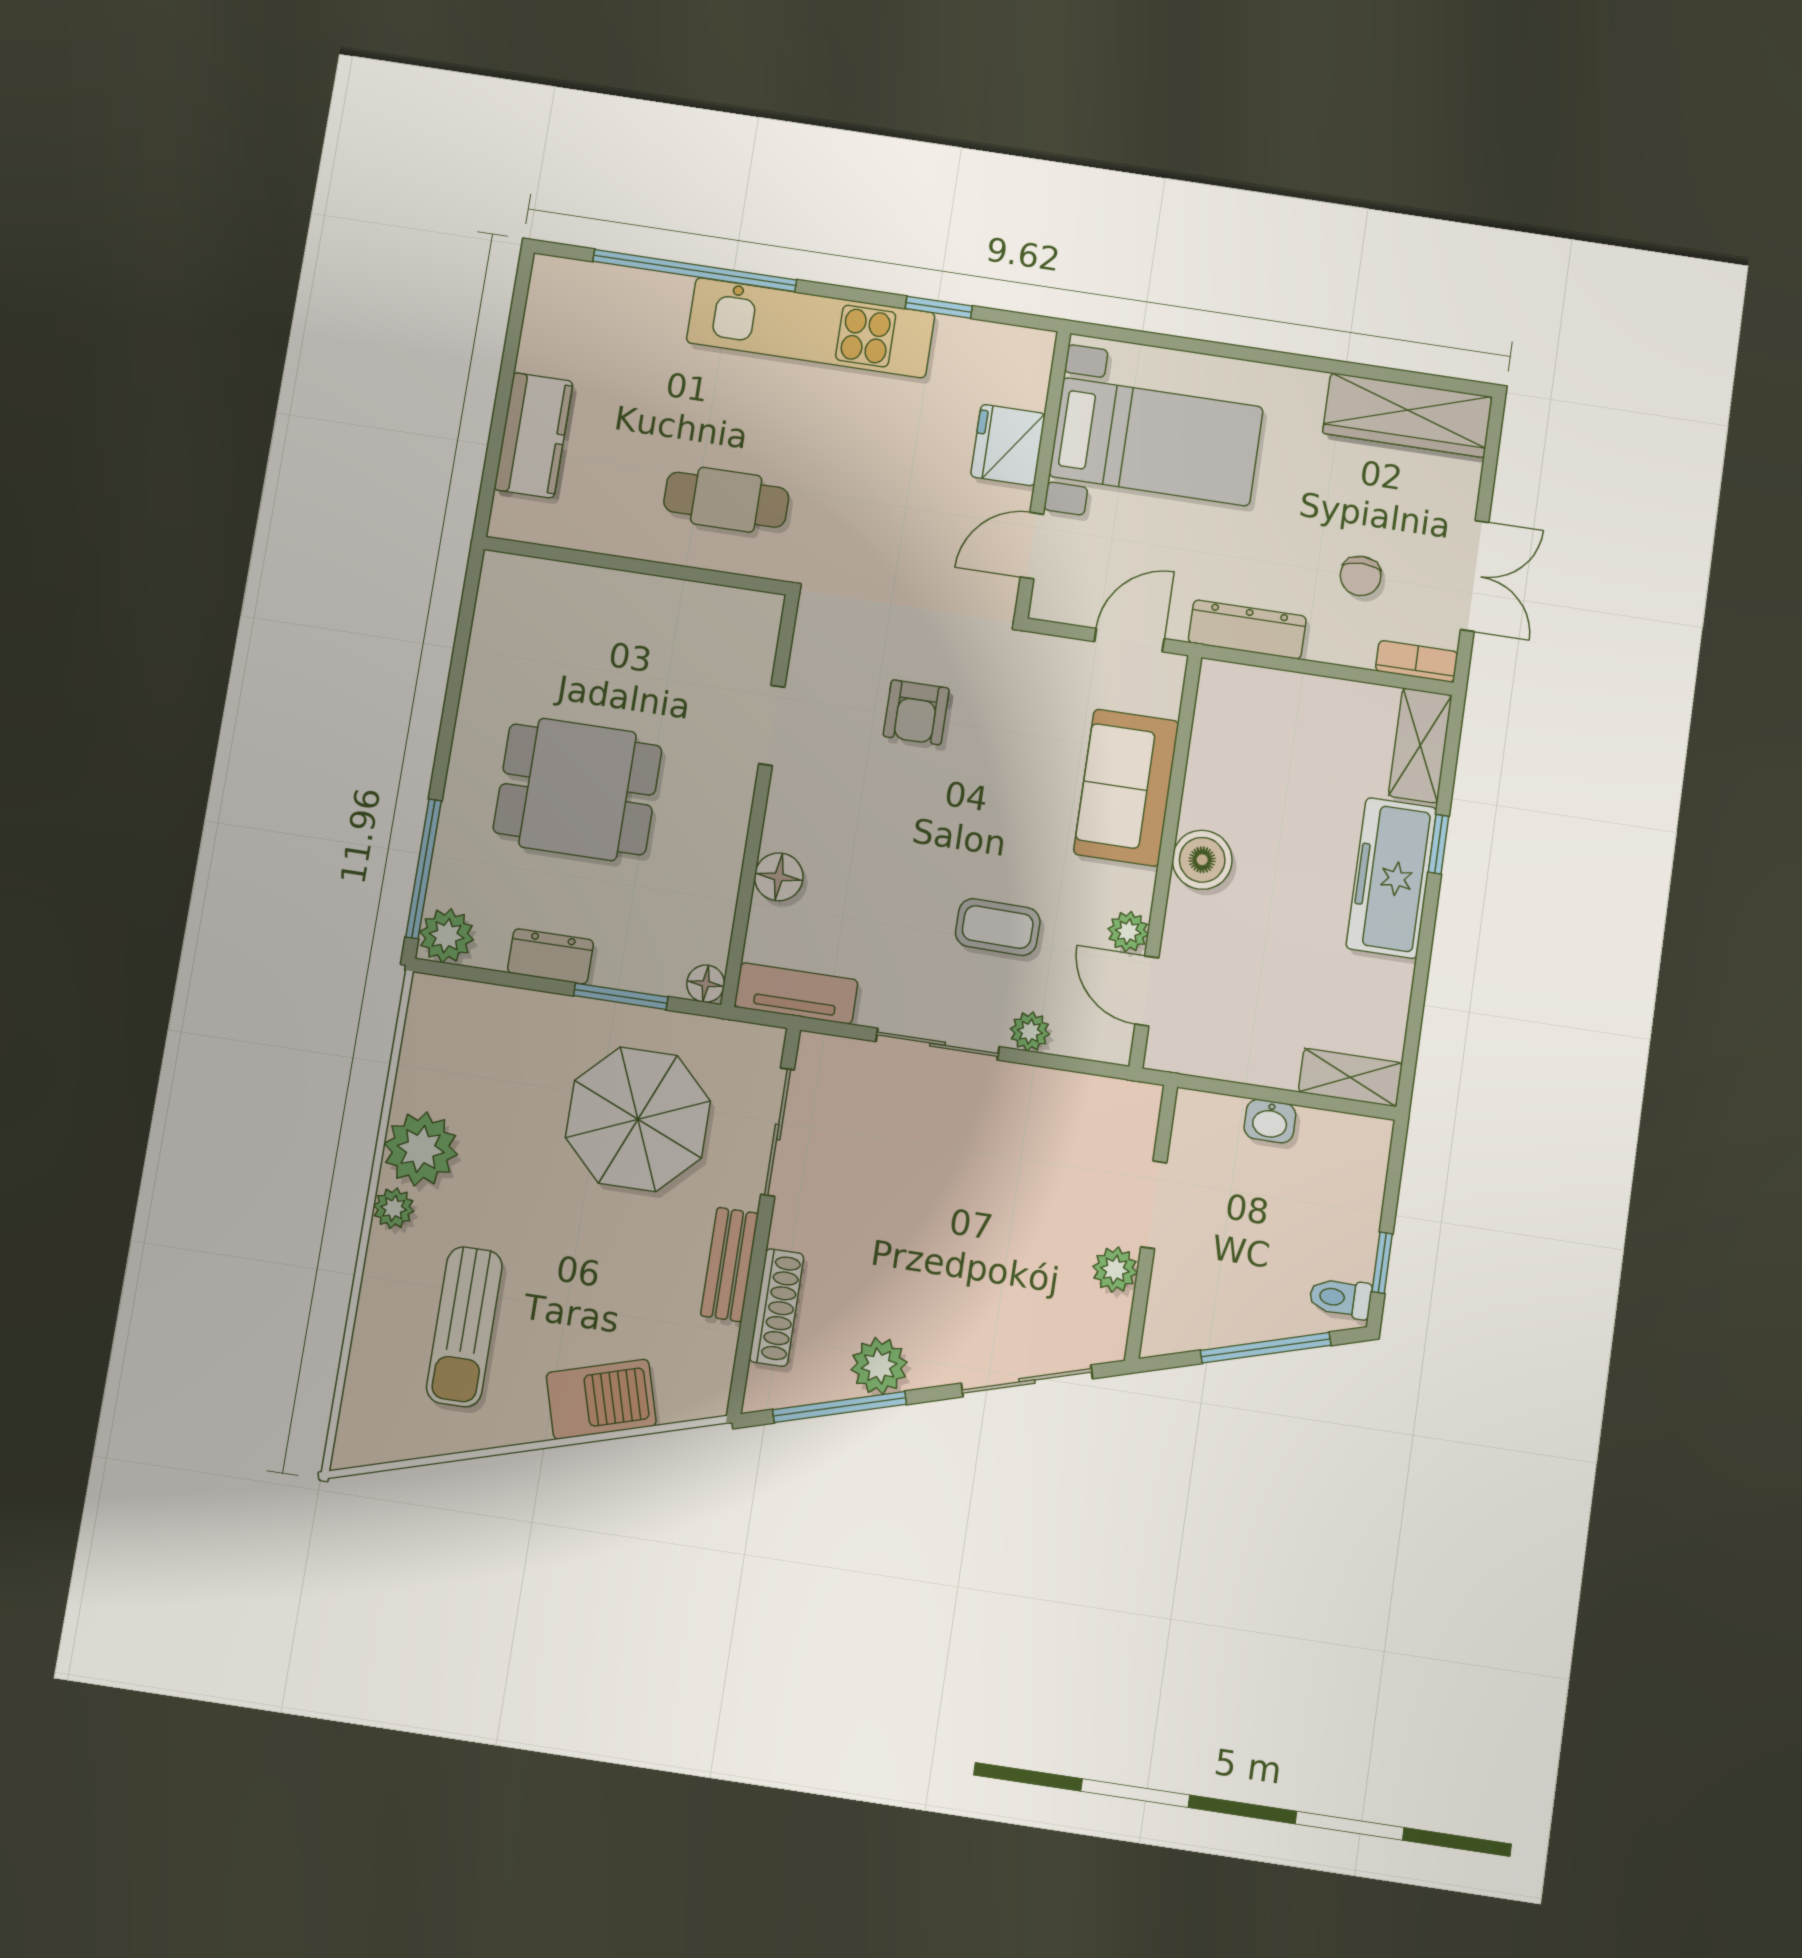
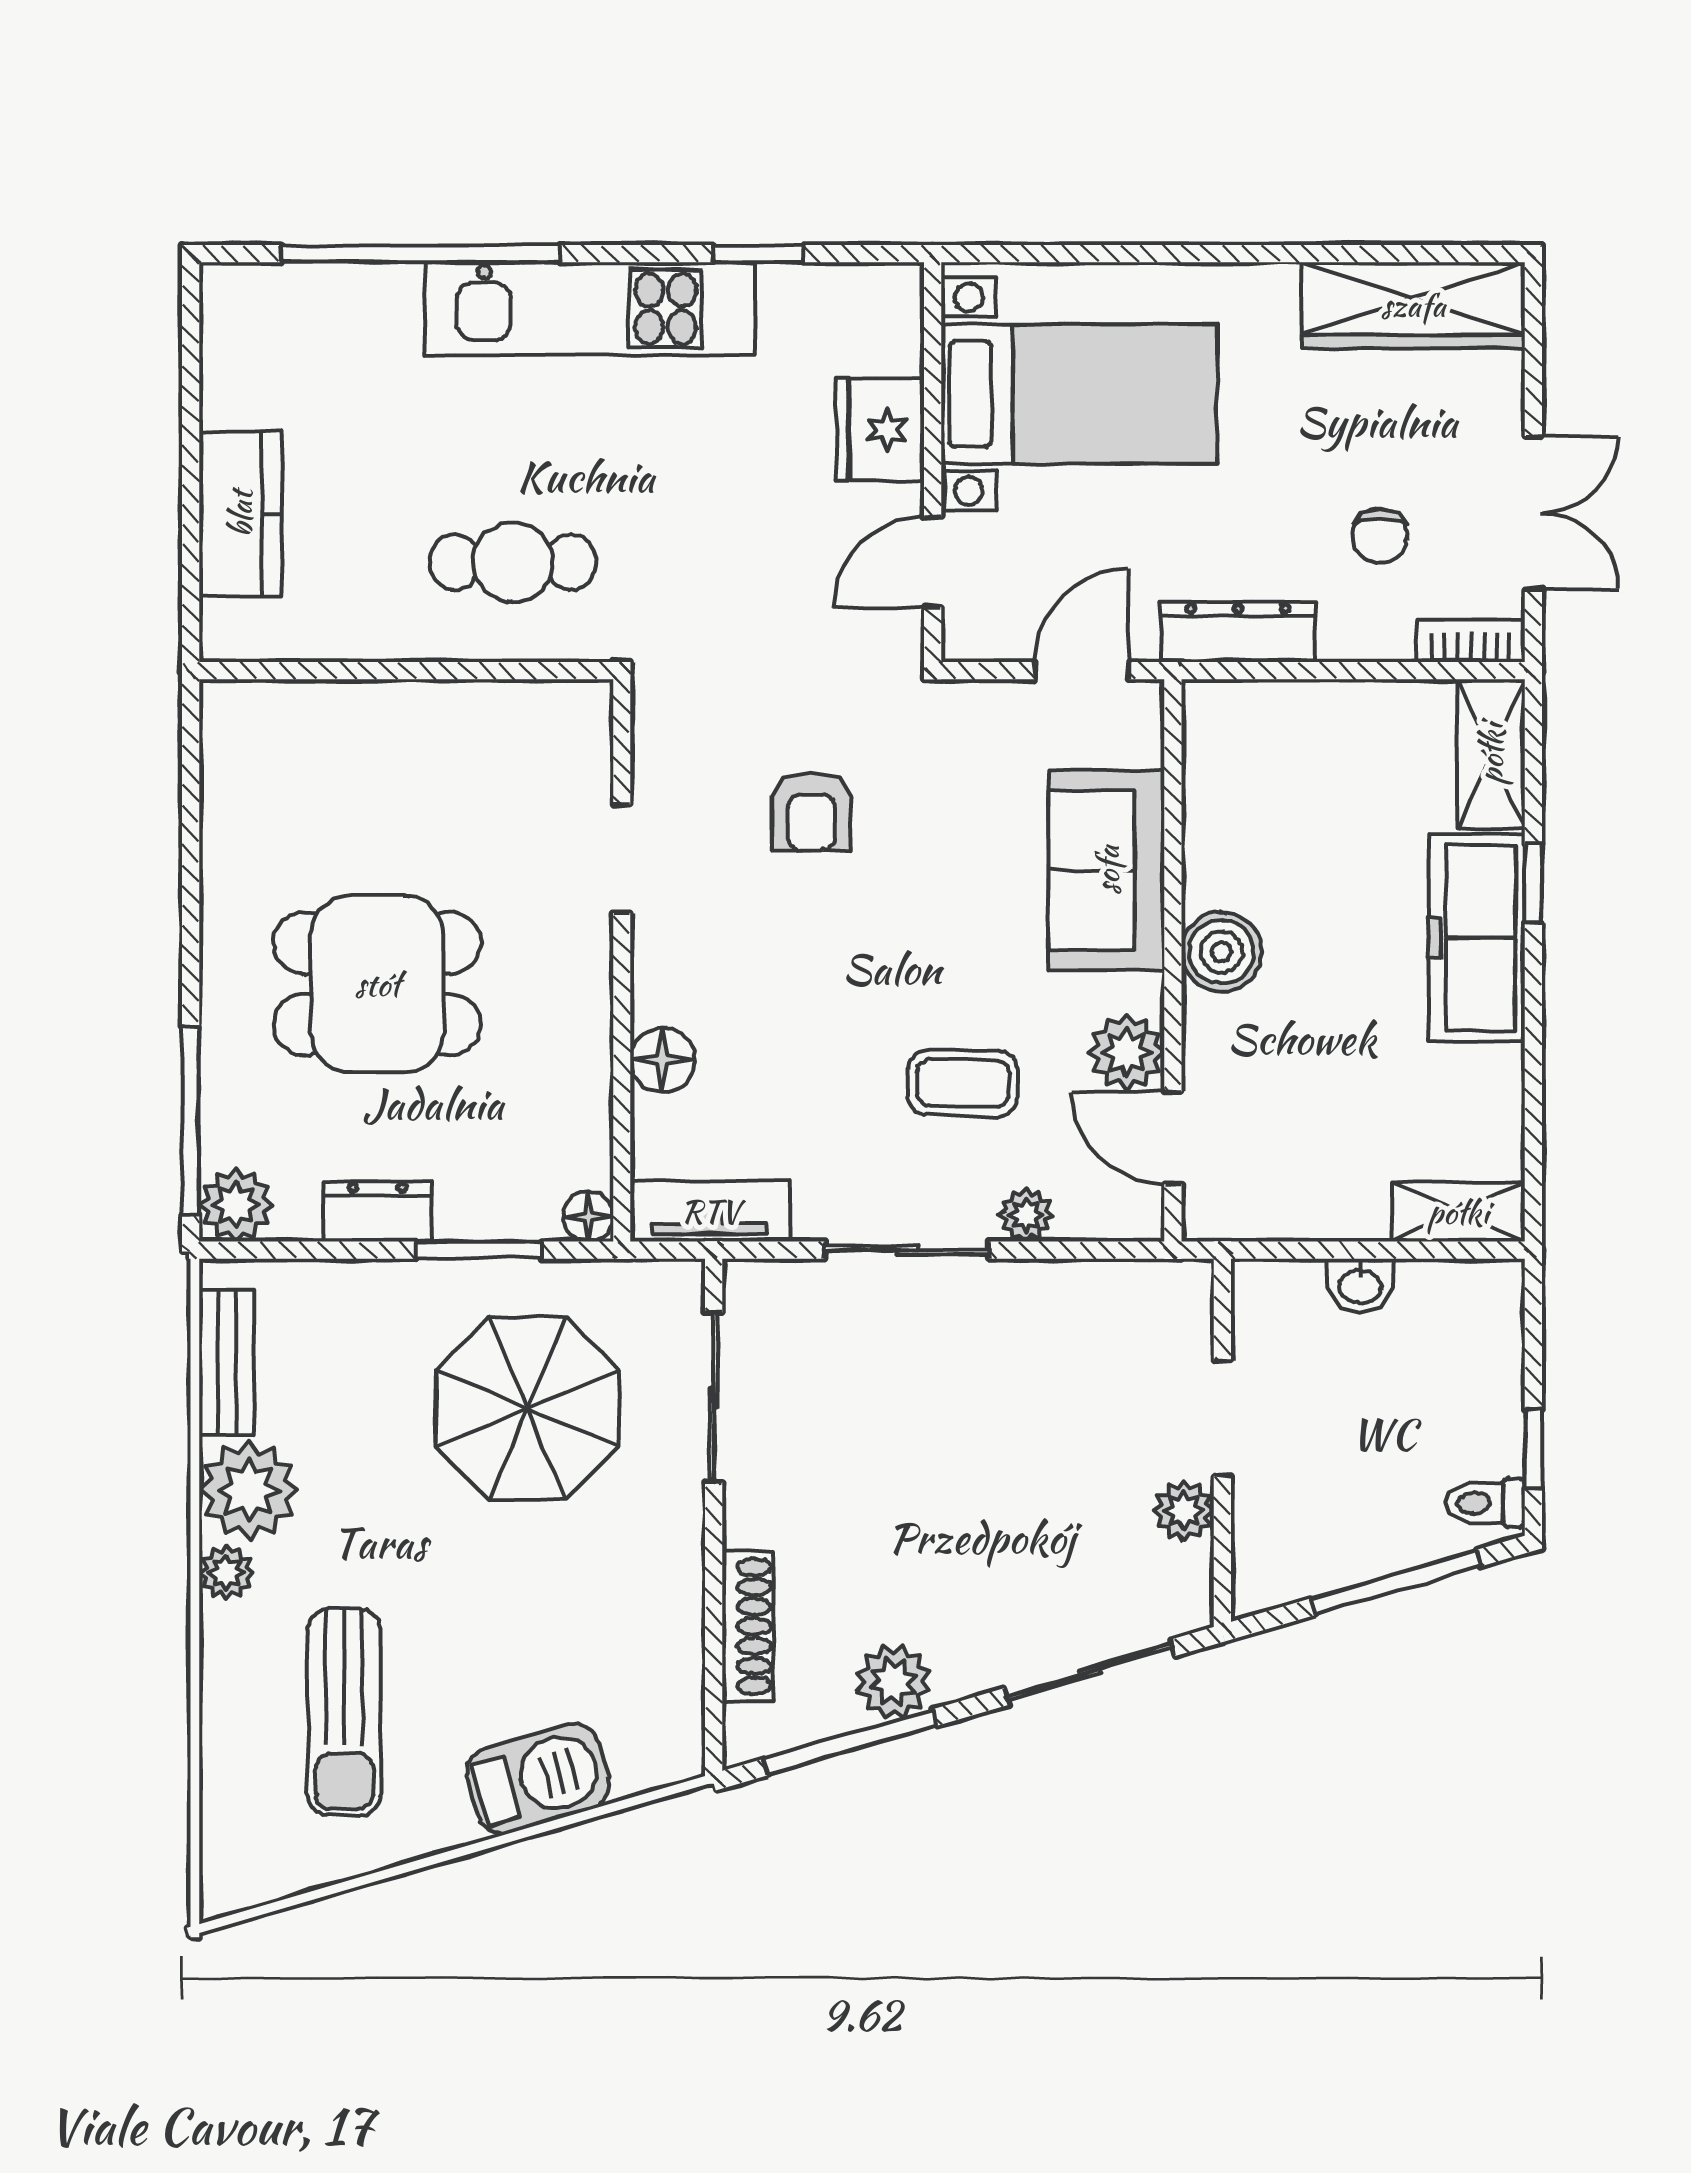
plant: (1128, 932) -> (1127, 1052), width x1.38, depth x1.38
bench: (729, 1265) -> (227, 1363), moved

